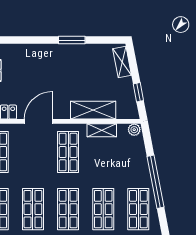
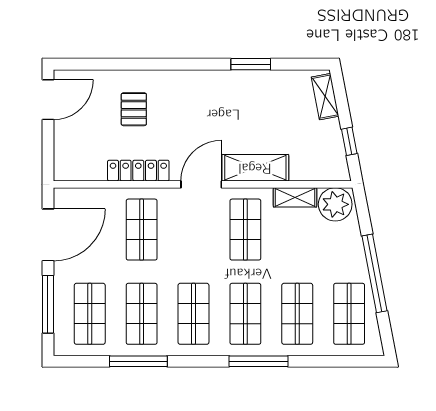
shelving: (93, 110) -> (255, 168), moved
plant: (134, 130) -> (335, 204), width x1.87, depth x1.87

